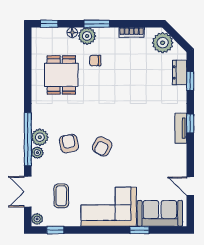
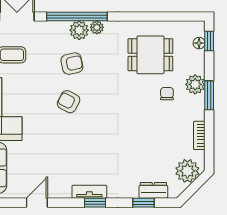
floor lamp: (72, 33) -> (199, 43), moved
plant: (37, 153) -> (97, 27), moved
door: (190, 186) -> (37, 203), moved

